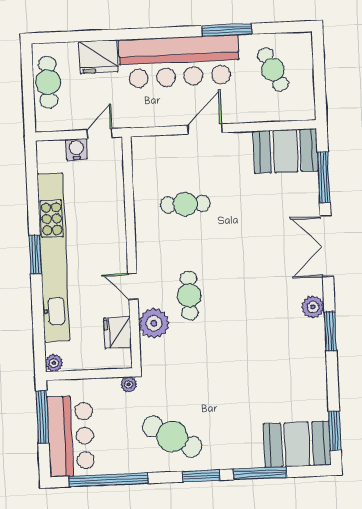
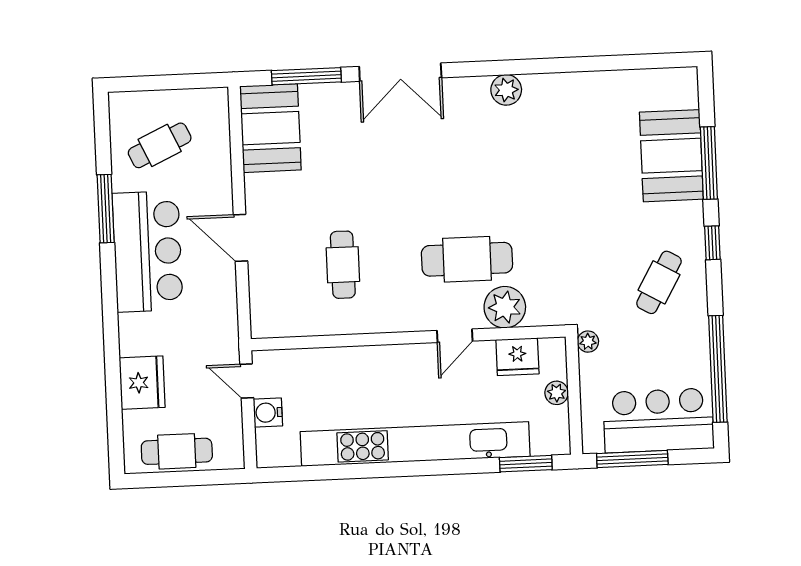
bar counter: (179, 61) -> (148, 251), width x0.73
window: (35, 255) -> (526, 464), moved
cafe table: (189, 295) -> (467, 259), width x1.37, depth x1.35
plant: (313, 307) -> (506, 90), moved
window: (330, 331) -> (515, 67), removed
plant: (54, 363) -> (557, 393), moved
window: (335, 431) -> (651, 61), removed
cafe table: (172, 437) -> (659, 282), width x0.73, depth x0.74
booth: (297, 444) -> (671, 156), moved
window: (201, 476) -> (712, 243), width x0.67

